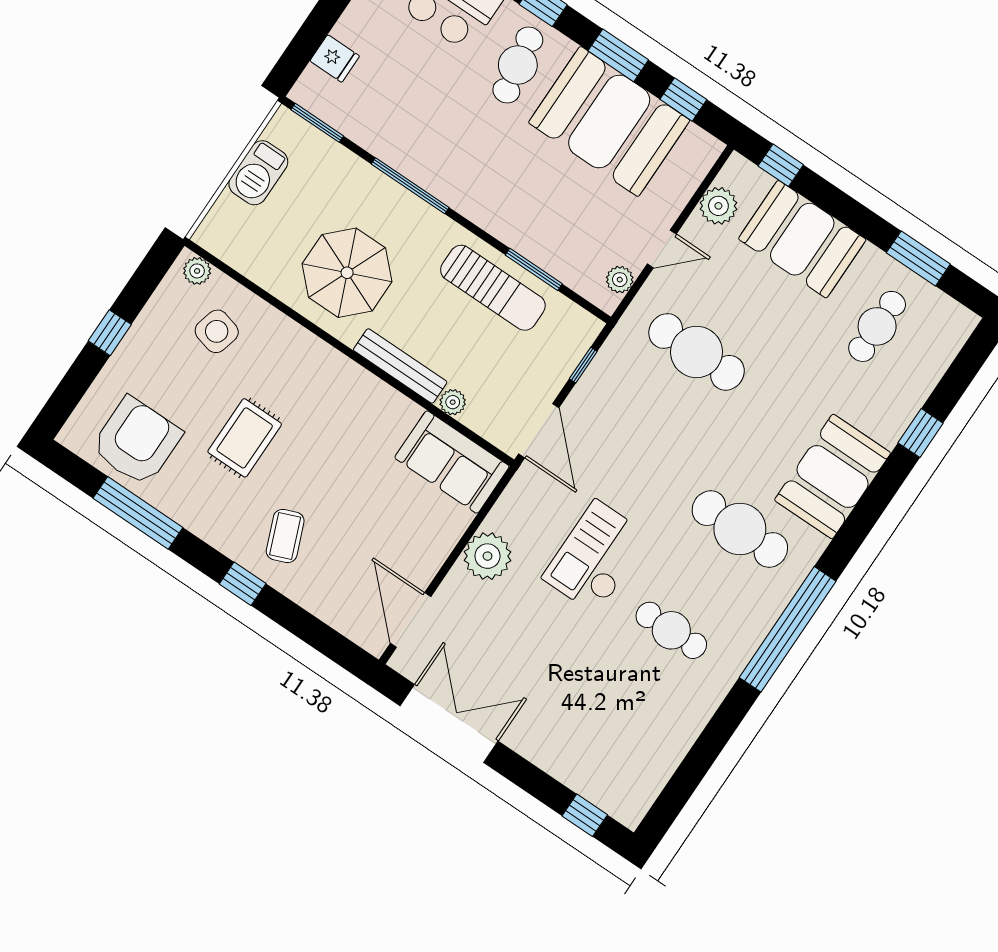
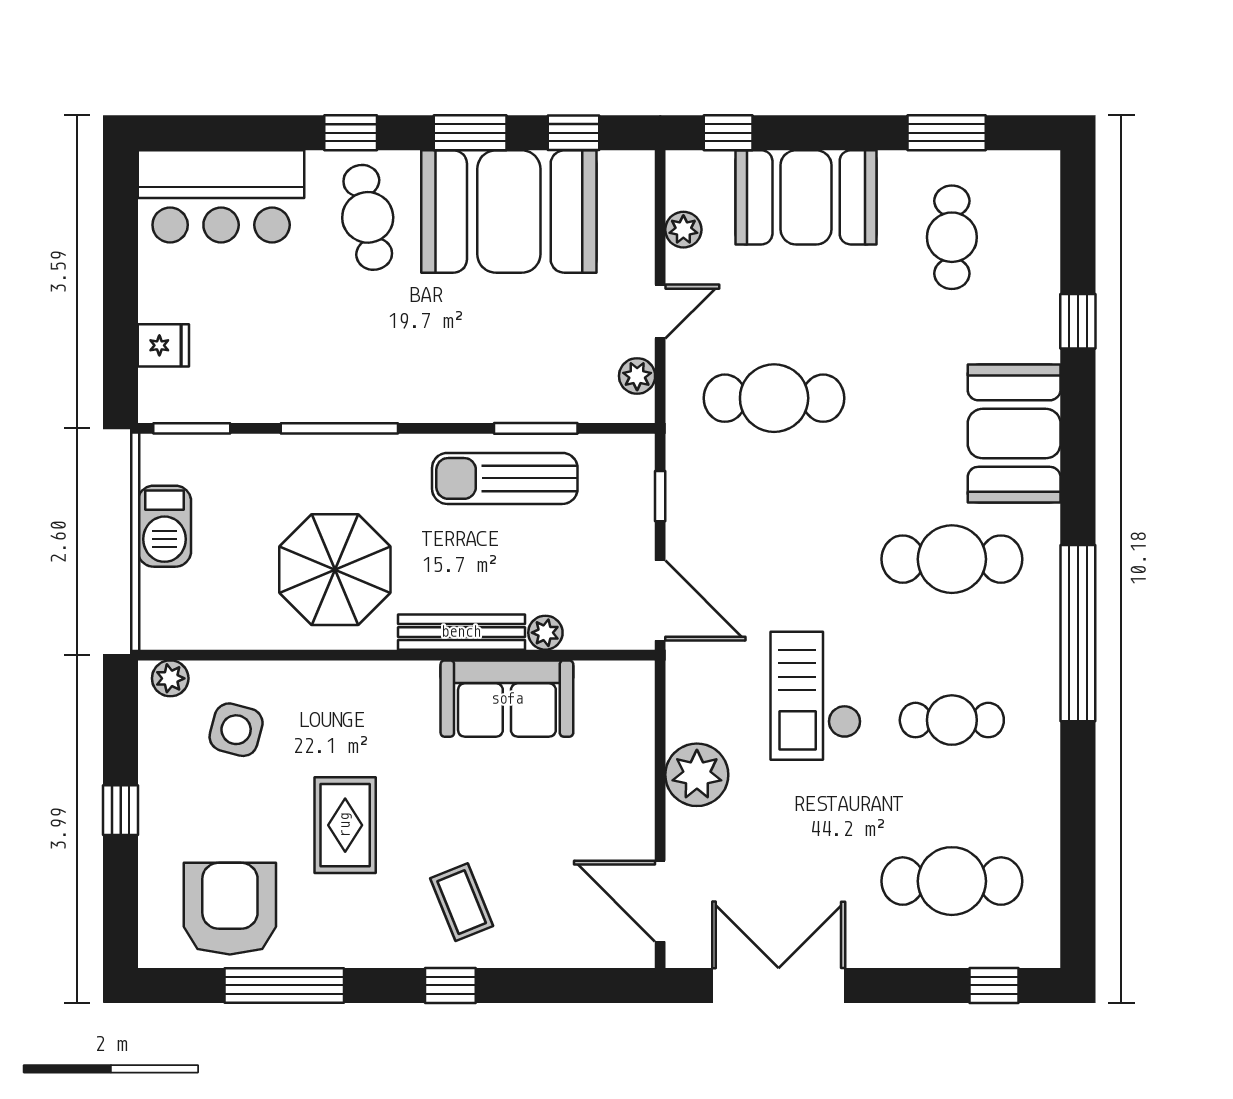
plant: (718, 206) -> (683, 230), width x0.73, depth x0.73
sun lounger: (493, 288) -> (505, 478), turned 180
sofa: (452, 462) -> (507, 699), moved
cafe table: (603, 732) -> (952, 881), added

